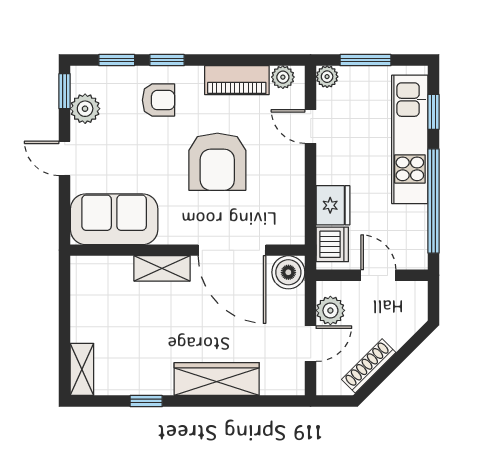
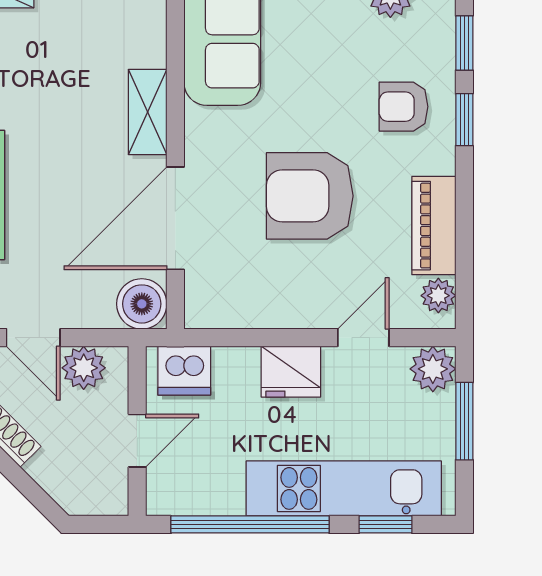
plant: (327, 77) -> (433, 369), width x1.38, depth x1.38
armchair: (159, 100) -> (403, 107), turned 90
fridge: (333, 205) -> (291, 372), moved

